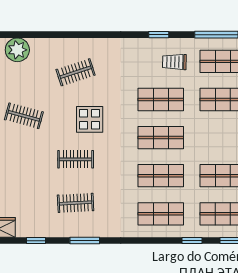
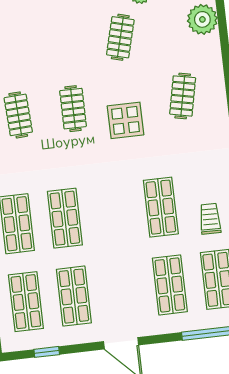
clothes rail: (76, 72) -> (183, 96), turned 30
shop shelf: (161, 138) -> (113, 213), removed

